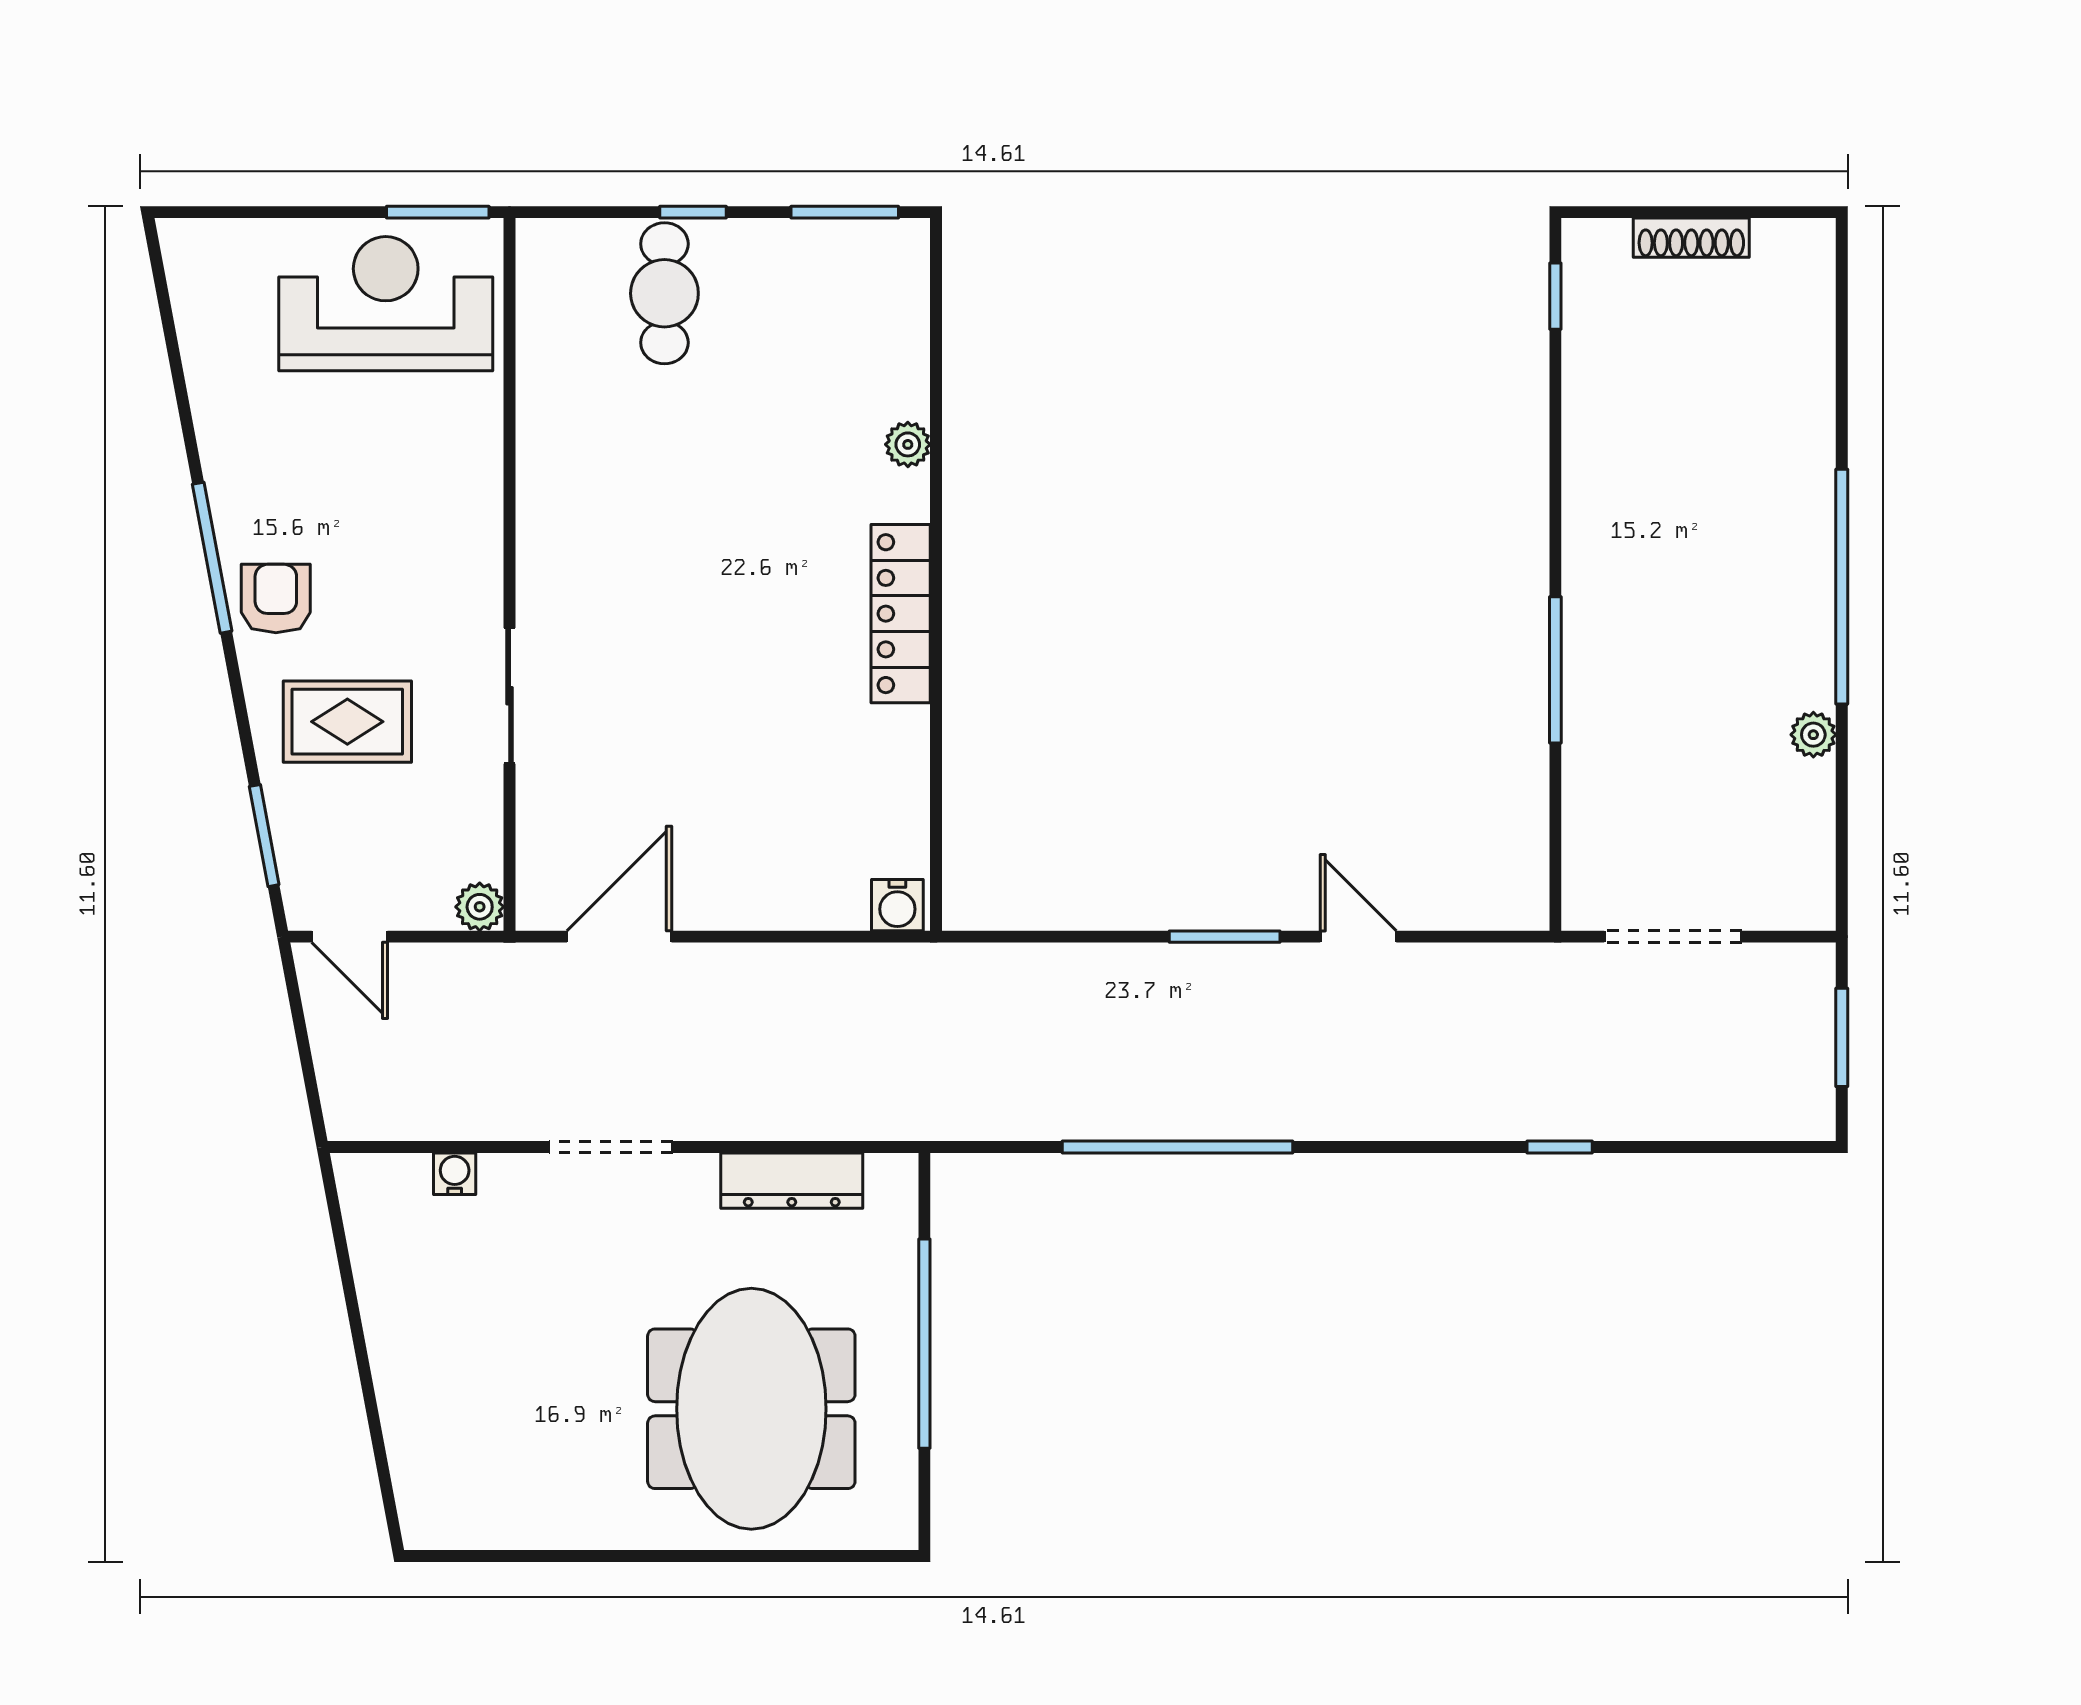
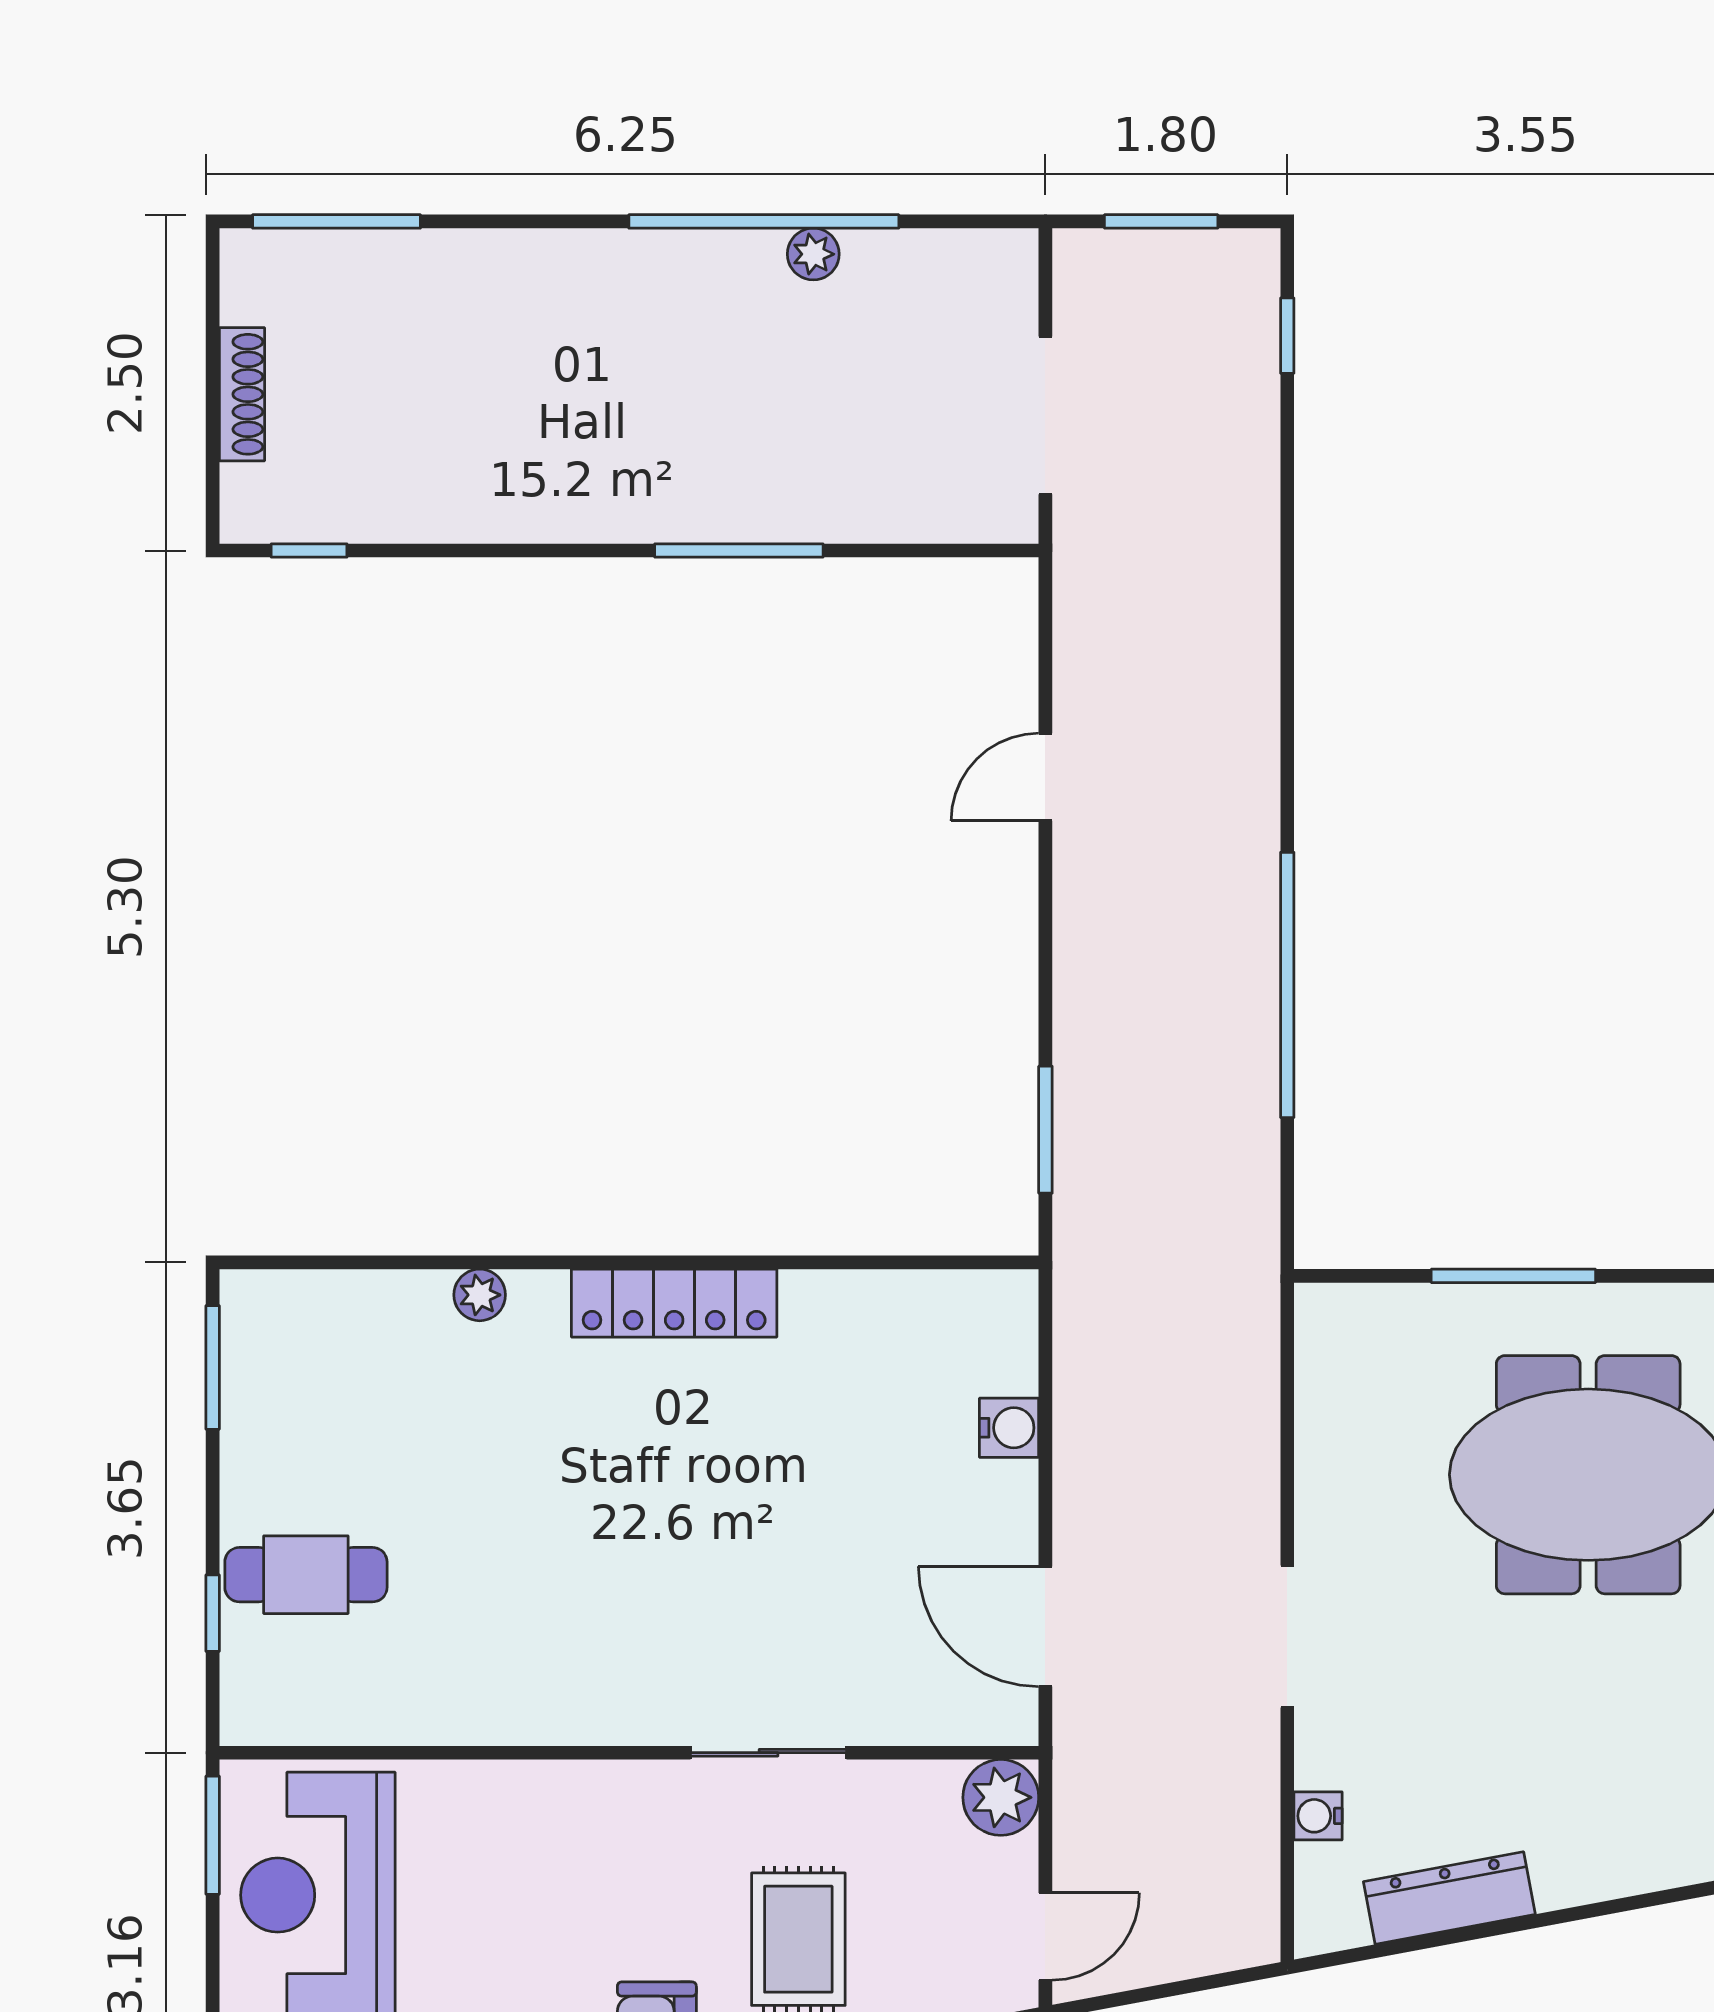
window: (693, 212) -> (213, 1613), moved
window: (1842, 320) -> (336, 221), added
window: (1842, 587) -> (764, 221), moved
water cooler: (897, 905) -> (1009, 1428), moved
plant: (480, 907) -> (1001, 1797), width x1.38, depth x1.38
window: (1225, 937) -> (1045, 1130), moved
window: (1560, 1147) -> (1287, 336), moved
dresser: (792, 1181) -> (1449, 1898), moved, turned -101
window: (924, 1344) -> (1513, 1276), width x0.68

